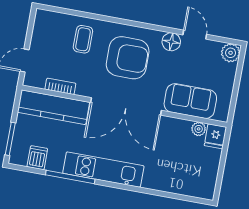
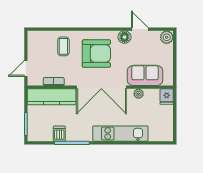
plant: (199, 129) -> (139, 94), moved
dishwasher: (37, 158) -> (59, 134), moved
kitchen unit: (103, 170) -> (120, 134), moved

